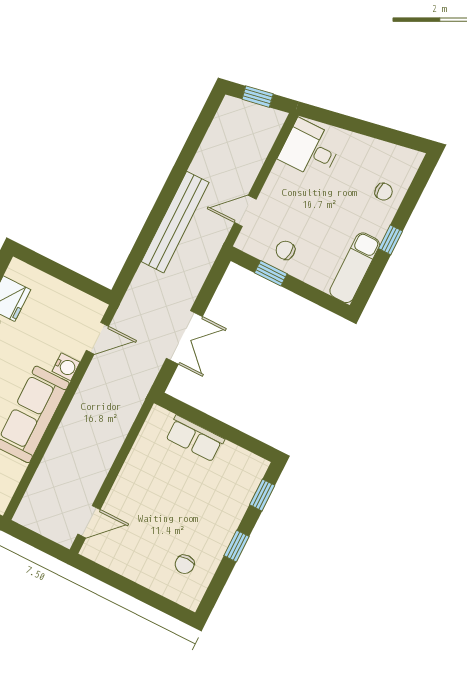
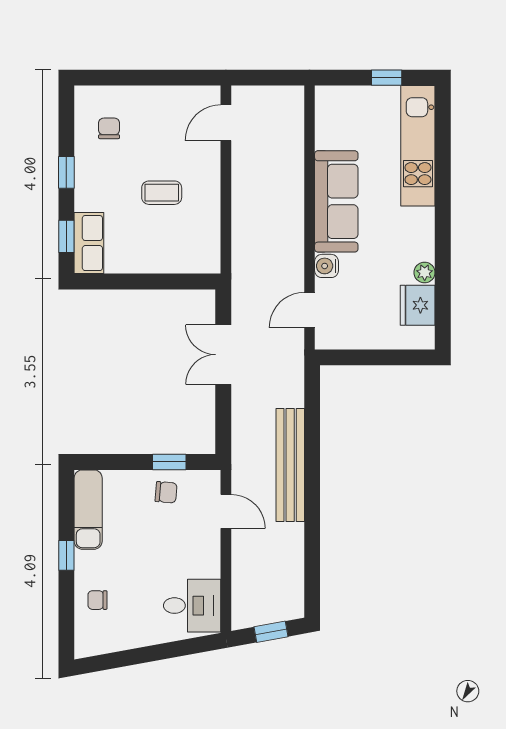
door: (245, 211) -> (226, 511), hinge flipped
row of seats: (195, 438) -> (89, 243), moved, turned 90
coffee table: (168, 492) -> (162, 193), added

